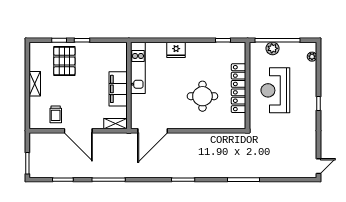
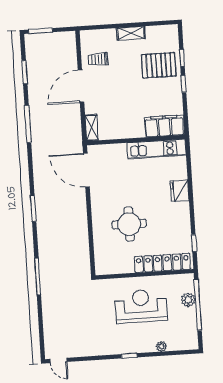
plant: (312, 57) -> (161, 346), moved
locker: (239, 88) -> (162, 263), moved
filing cabinet: (118, 89) -> (164, 126), moved

